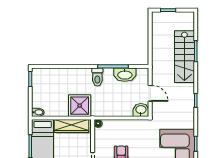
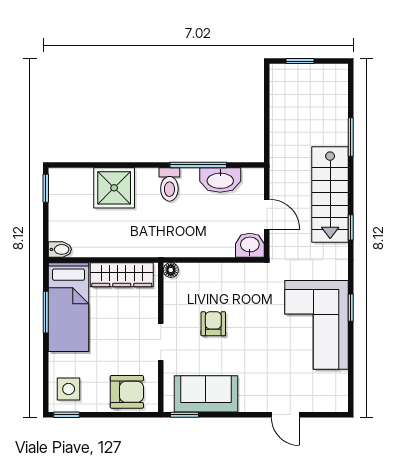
stairs: (184, 57) -> (330, 194), moved
shower: (80, 106) -> (114, 188), moved

